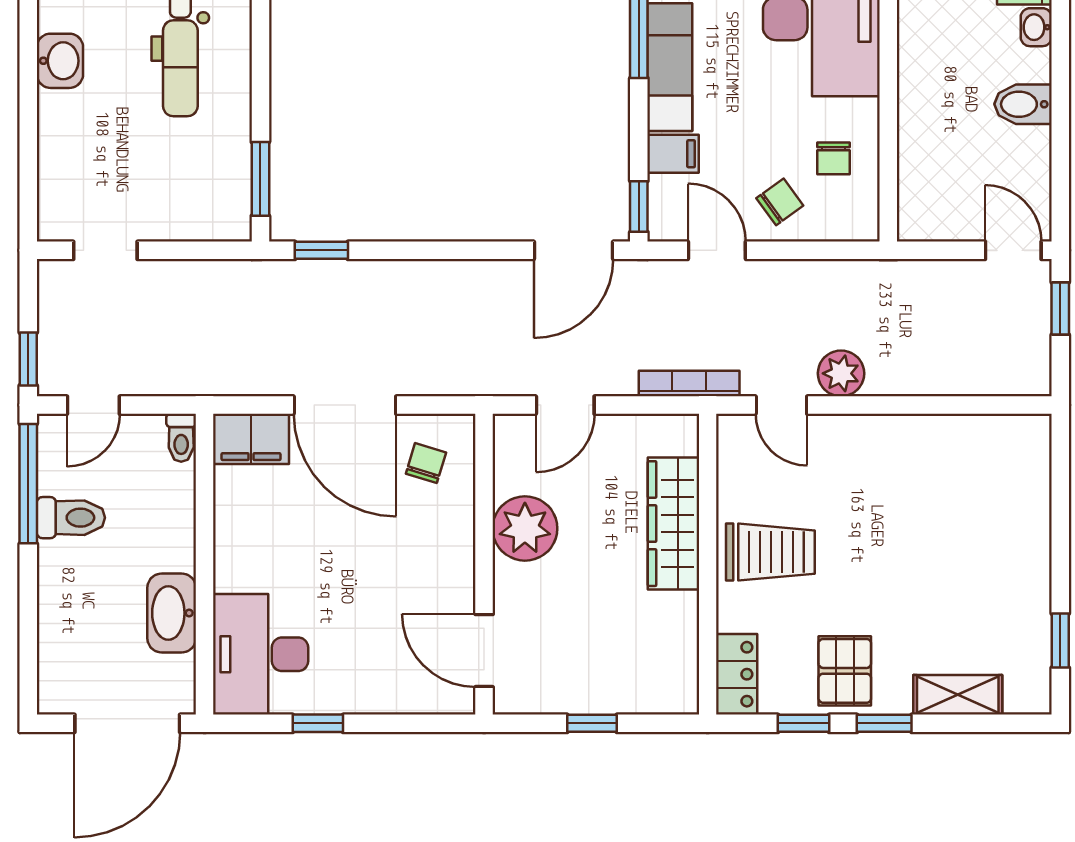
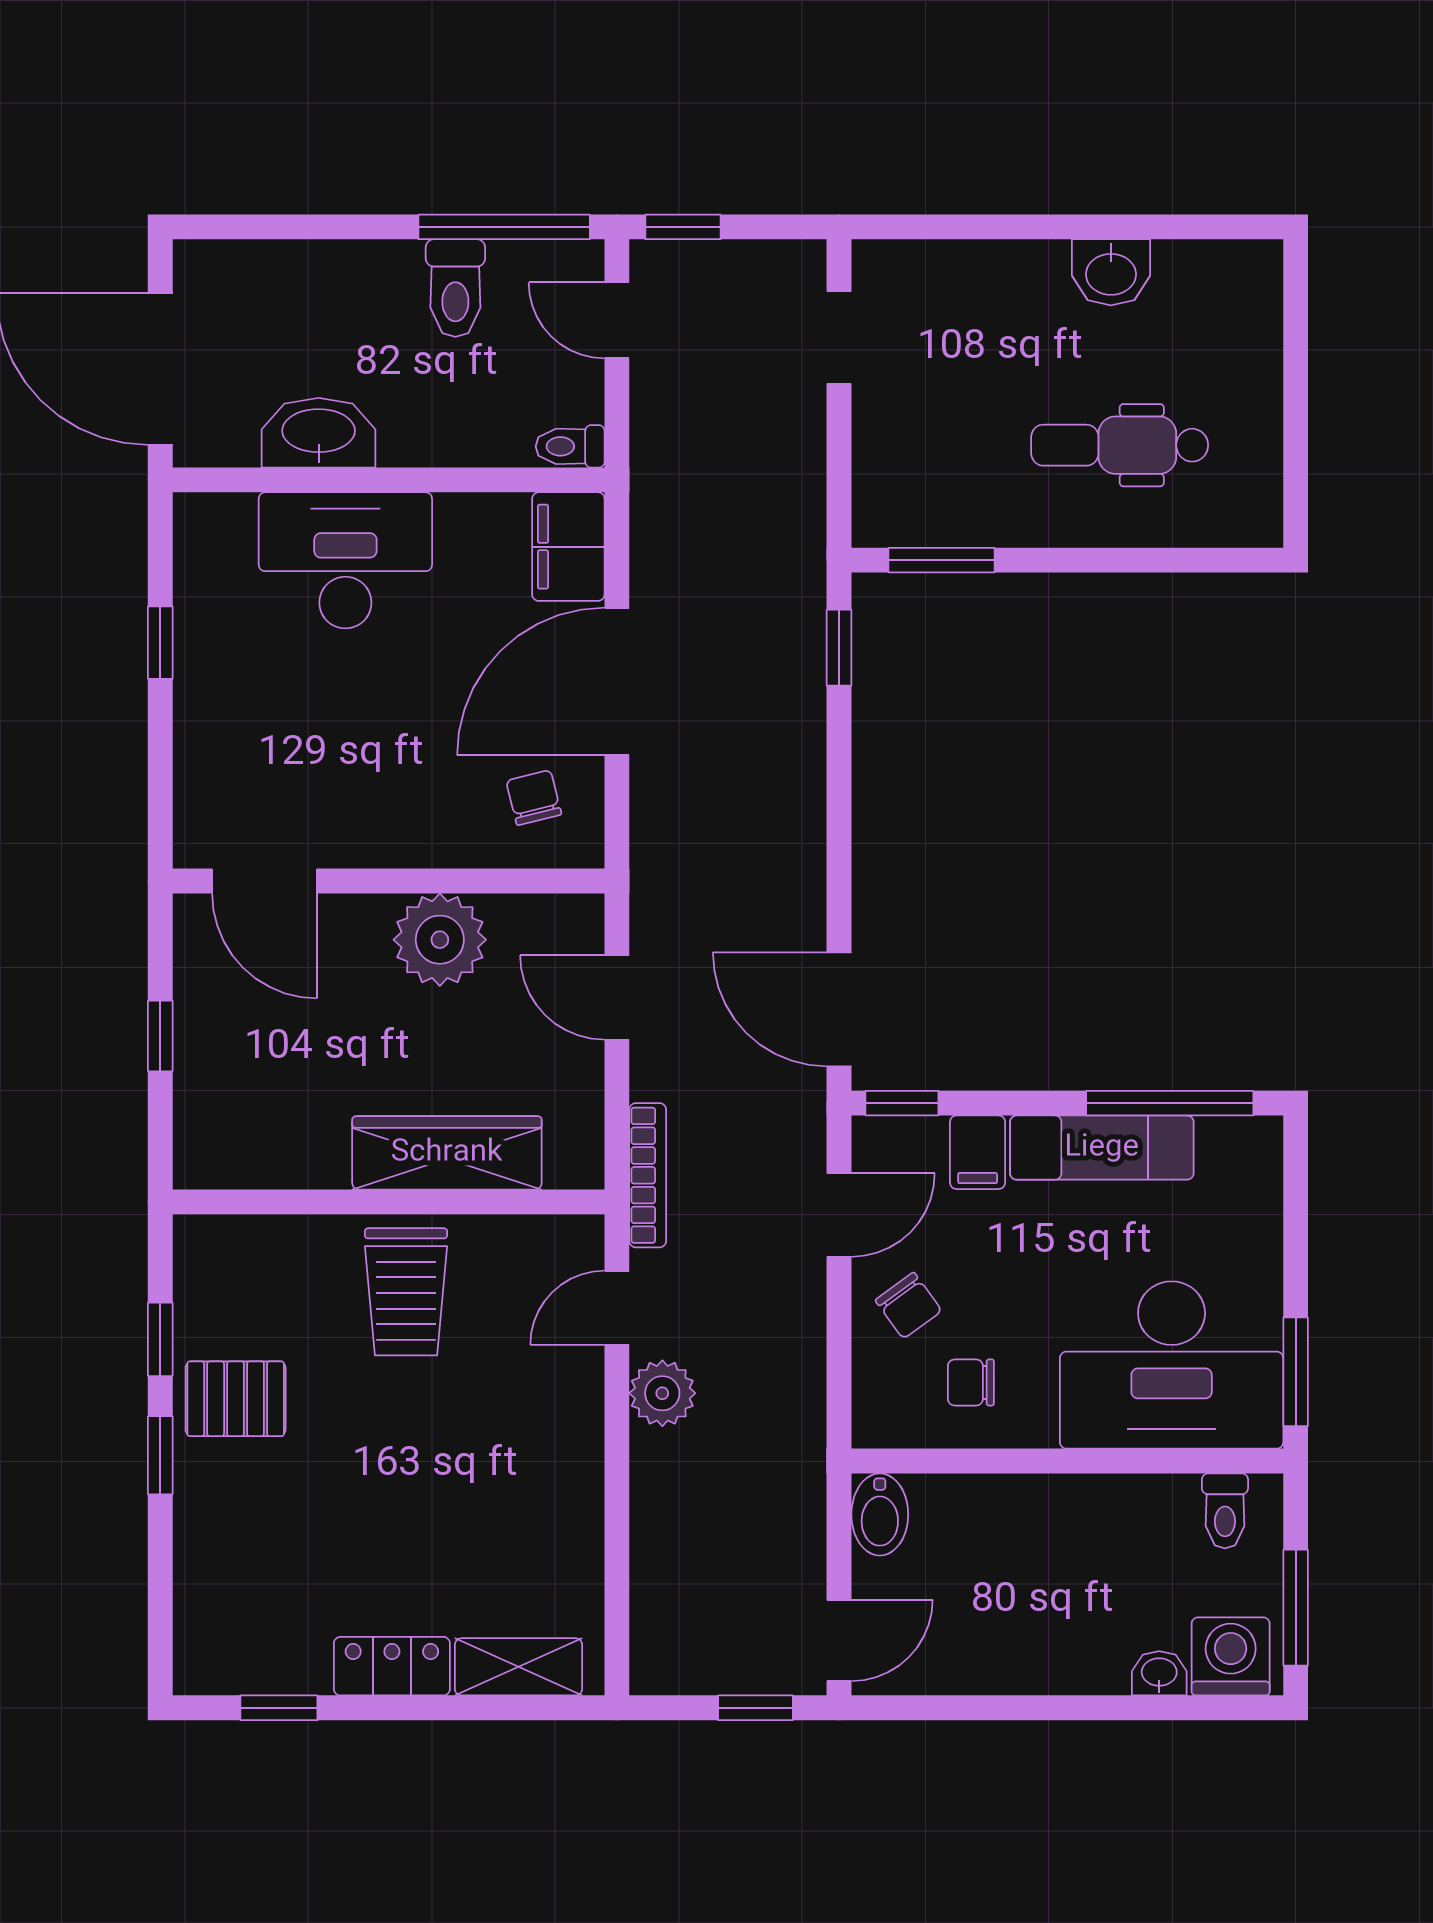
bidet: (1023, 104) -> (880, 1514), moved, turned 180
chair: (426, 463) -> (534, 798), turned -121
door: (484, 651) -> (265, 881), swing flipped
desk: (261, 654) -> (345, 560), moved
locker: (737, 674) -> (392, 1666), moved, turned 180
shelving: (958, 695) -> (519, 1667), moved, turned 90

